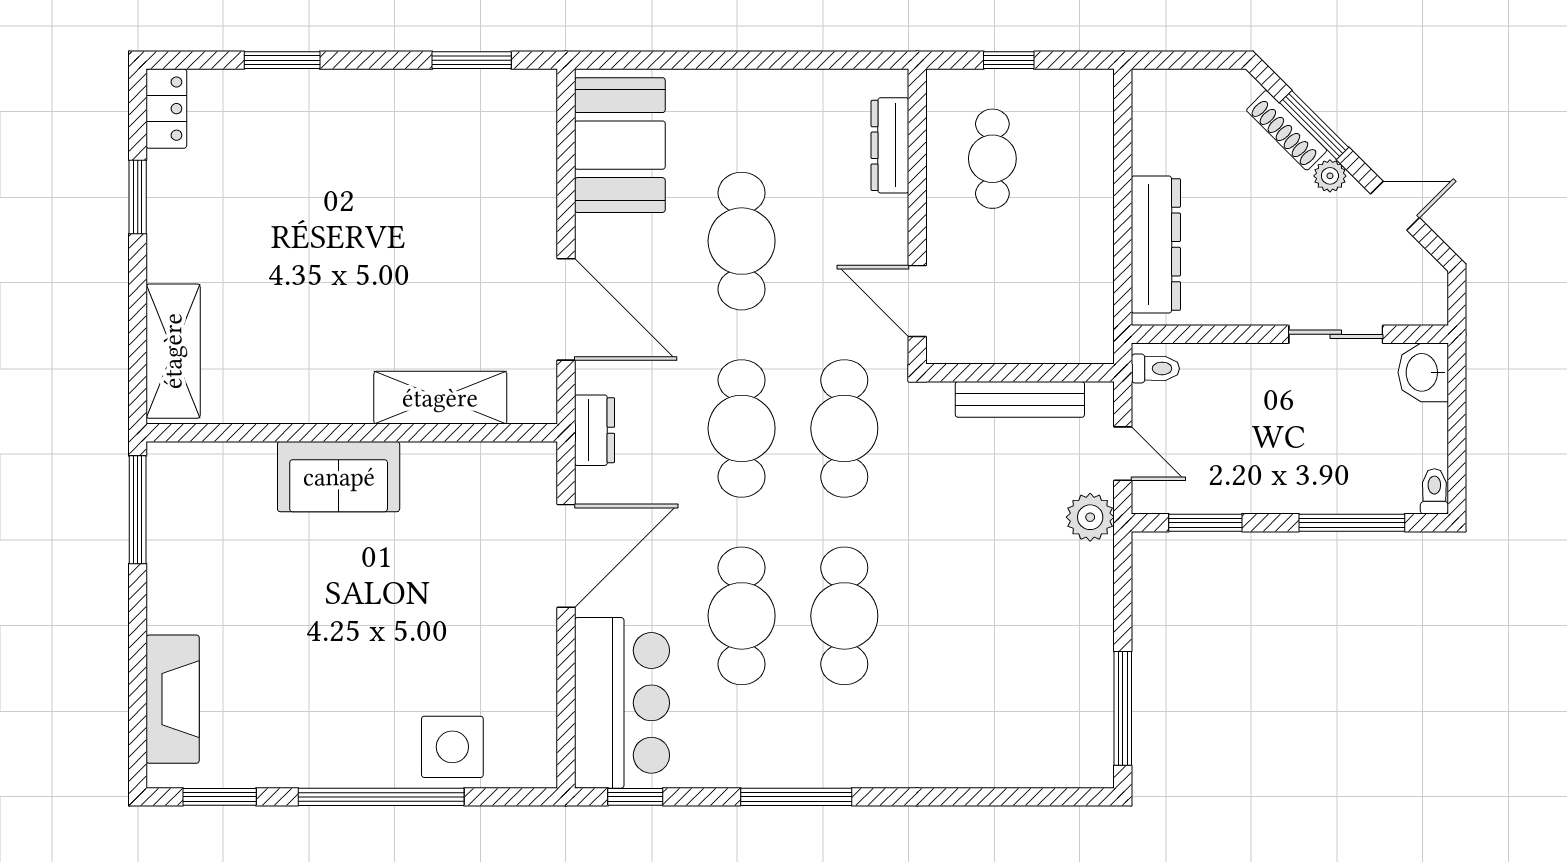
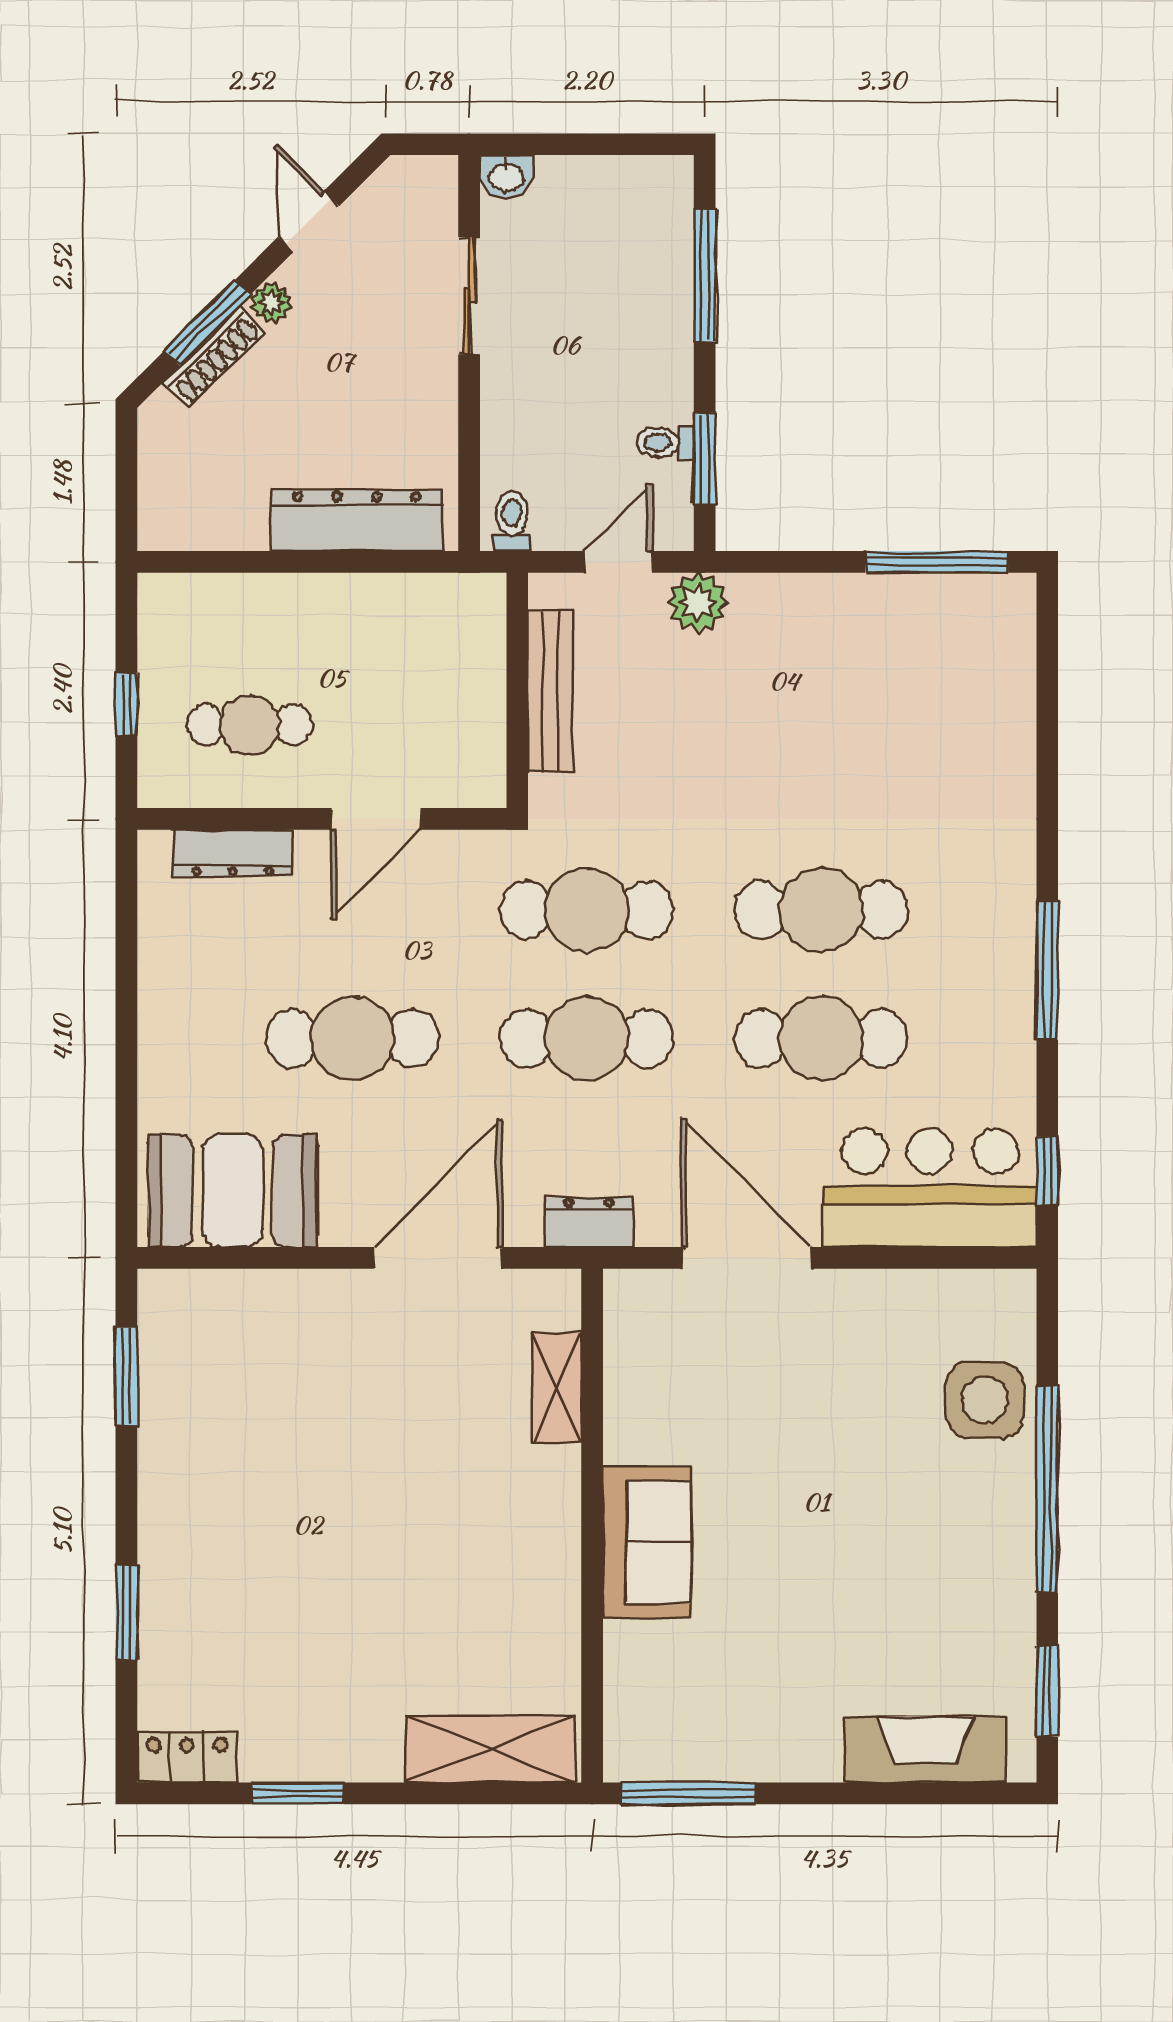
door: (917, 301) -> (376, 819), moved
washbasin: (1423, 372) -> (506, 177), width x0.72, depth x0.69
shelving: (440, 398) -> (557, 1387), width x0.67, depth x0.75
toilet: (1434, 491) -> (665, 443), moved

